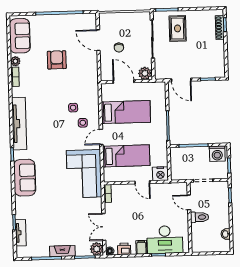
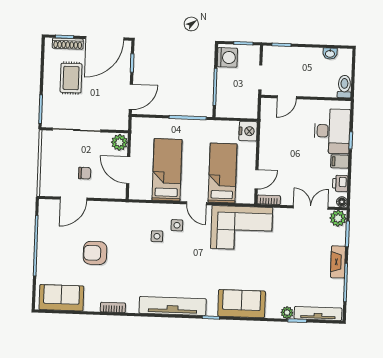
rug: (178, 28) -> (71, 78), moved, turned 90
door: (226, 56) -> (105, 38), added
plant: (15, 61) -> (287, 313), moved
door: (124, 82) -> (128, 170), hinge flipped
door: (142, 182) -> (257, 179), moved
toilet: (200, 217) -> (344, 87), moved
double door: (104, 227) -> (311, 207), swing flipped
tv unit: (21, 233) -> (318, 313), width x1.41

